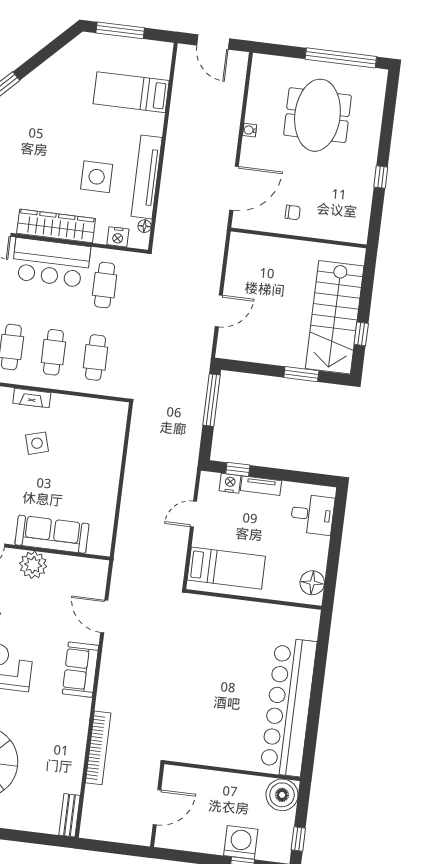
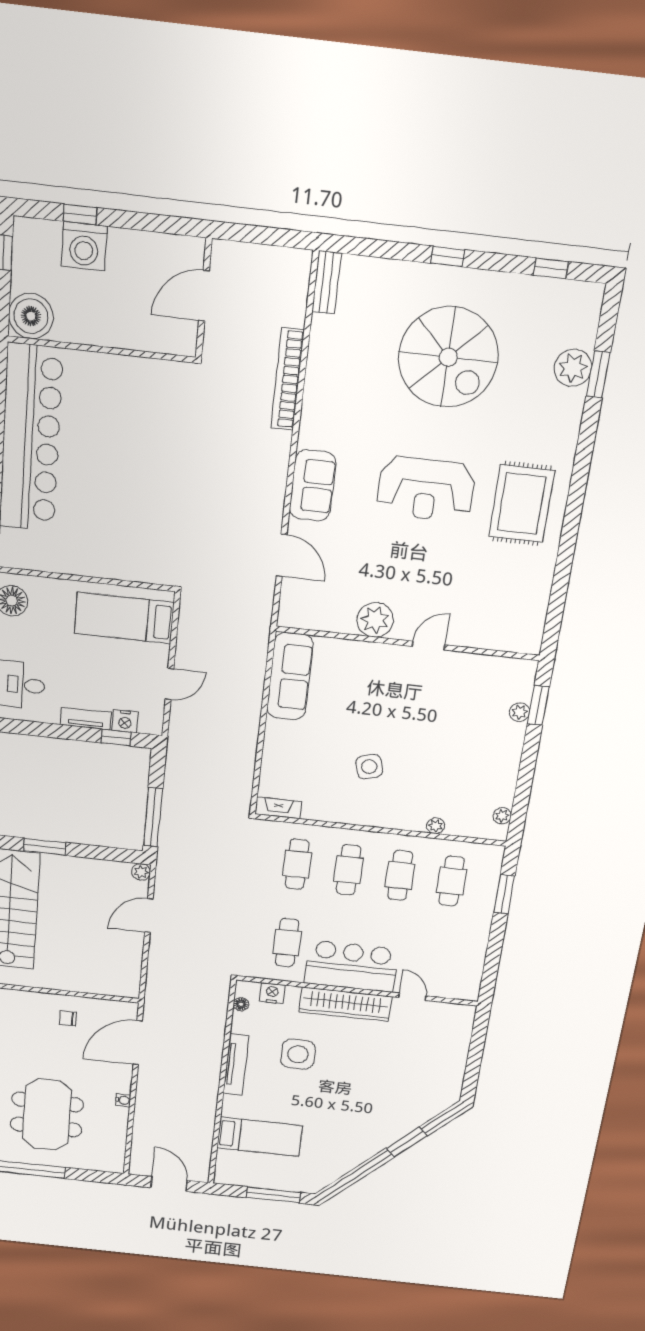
tv unit: (147, 177) -> (236, 1065), width x0.73, depth x0.78
plant: (223, 351) -> (141, 872), added
fireplace: (32, 398) -> (278, 808), moved
sofa: (52, 534) -> (290, 677), moved, turned -90

